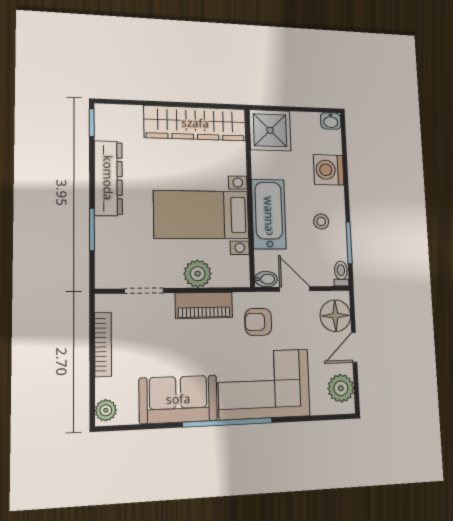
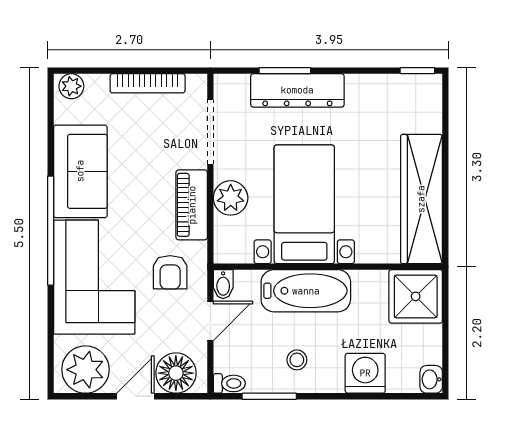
dresser: (108, 178) -> (297, 90), moved
doorway: (144, 291) -> (210, 132), width x1.38
armchair: (258, 322) -> (170, 272), turned 180
door: (354, 347) -> (135, 396), hinge flipped
plant: (341, 388) -> (85, 370), width x1.36, depth x1.36

